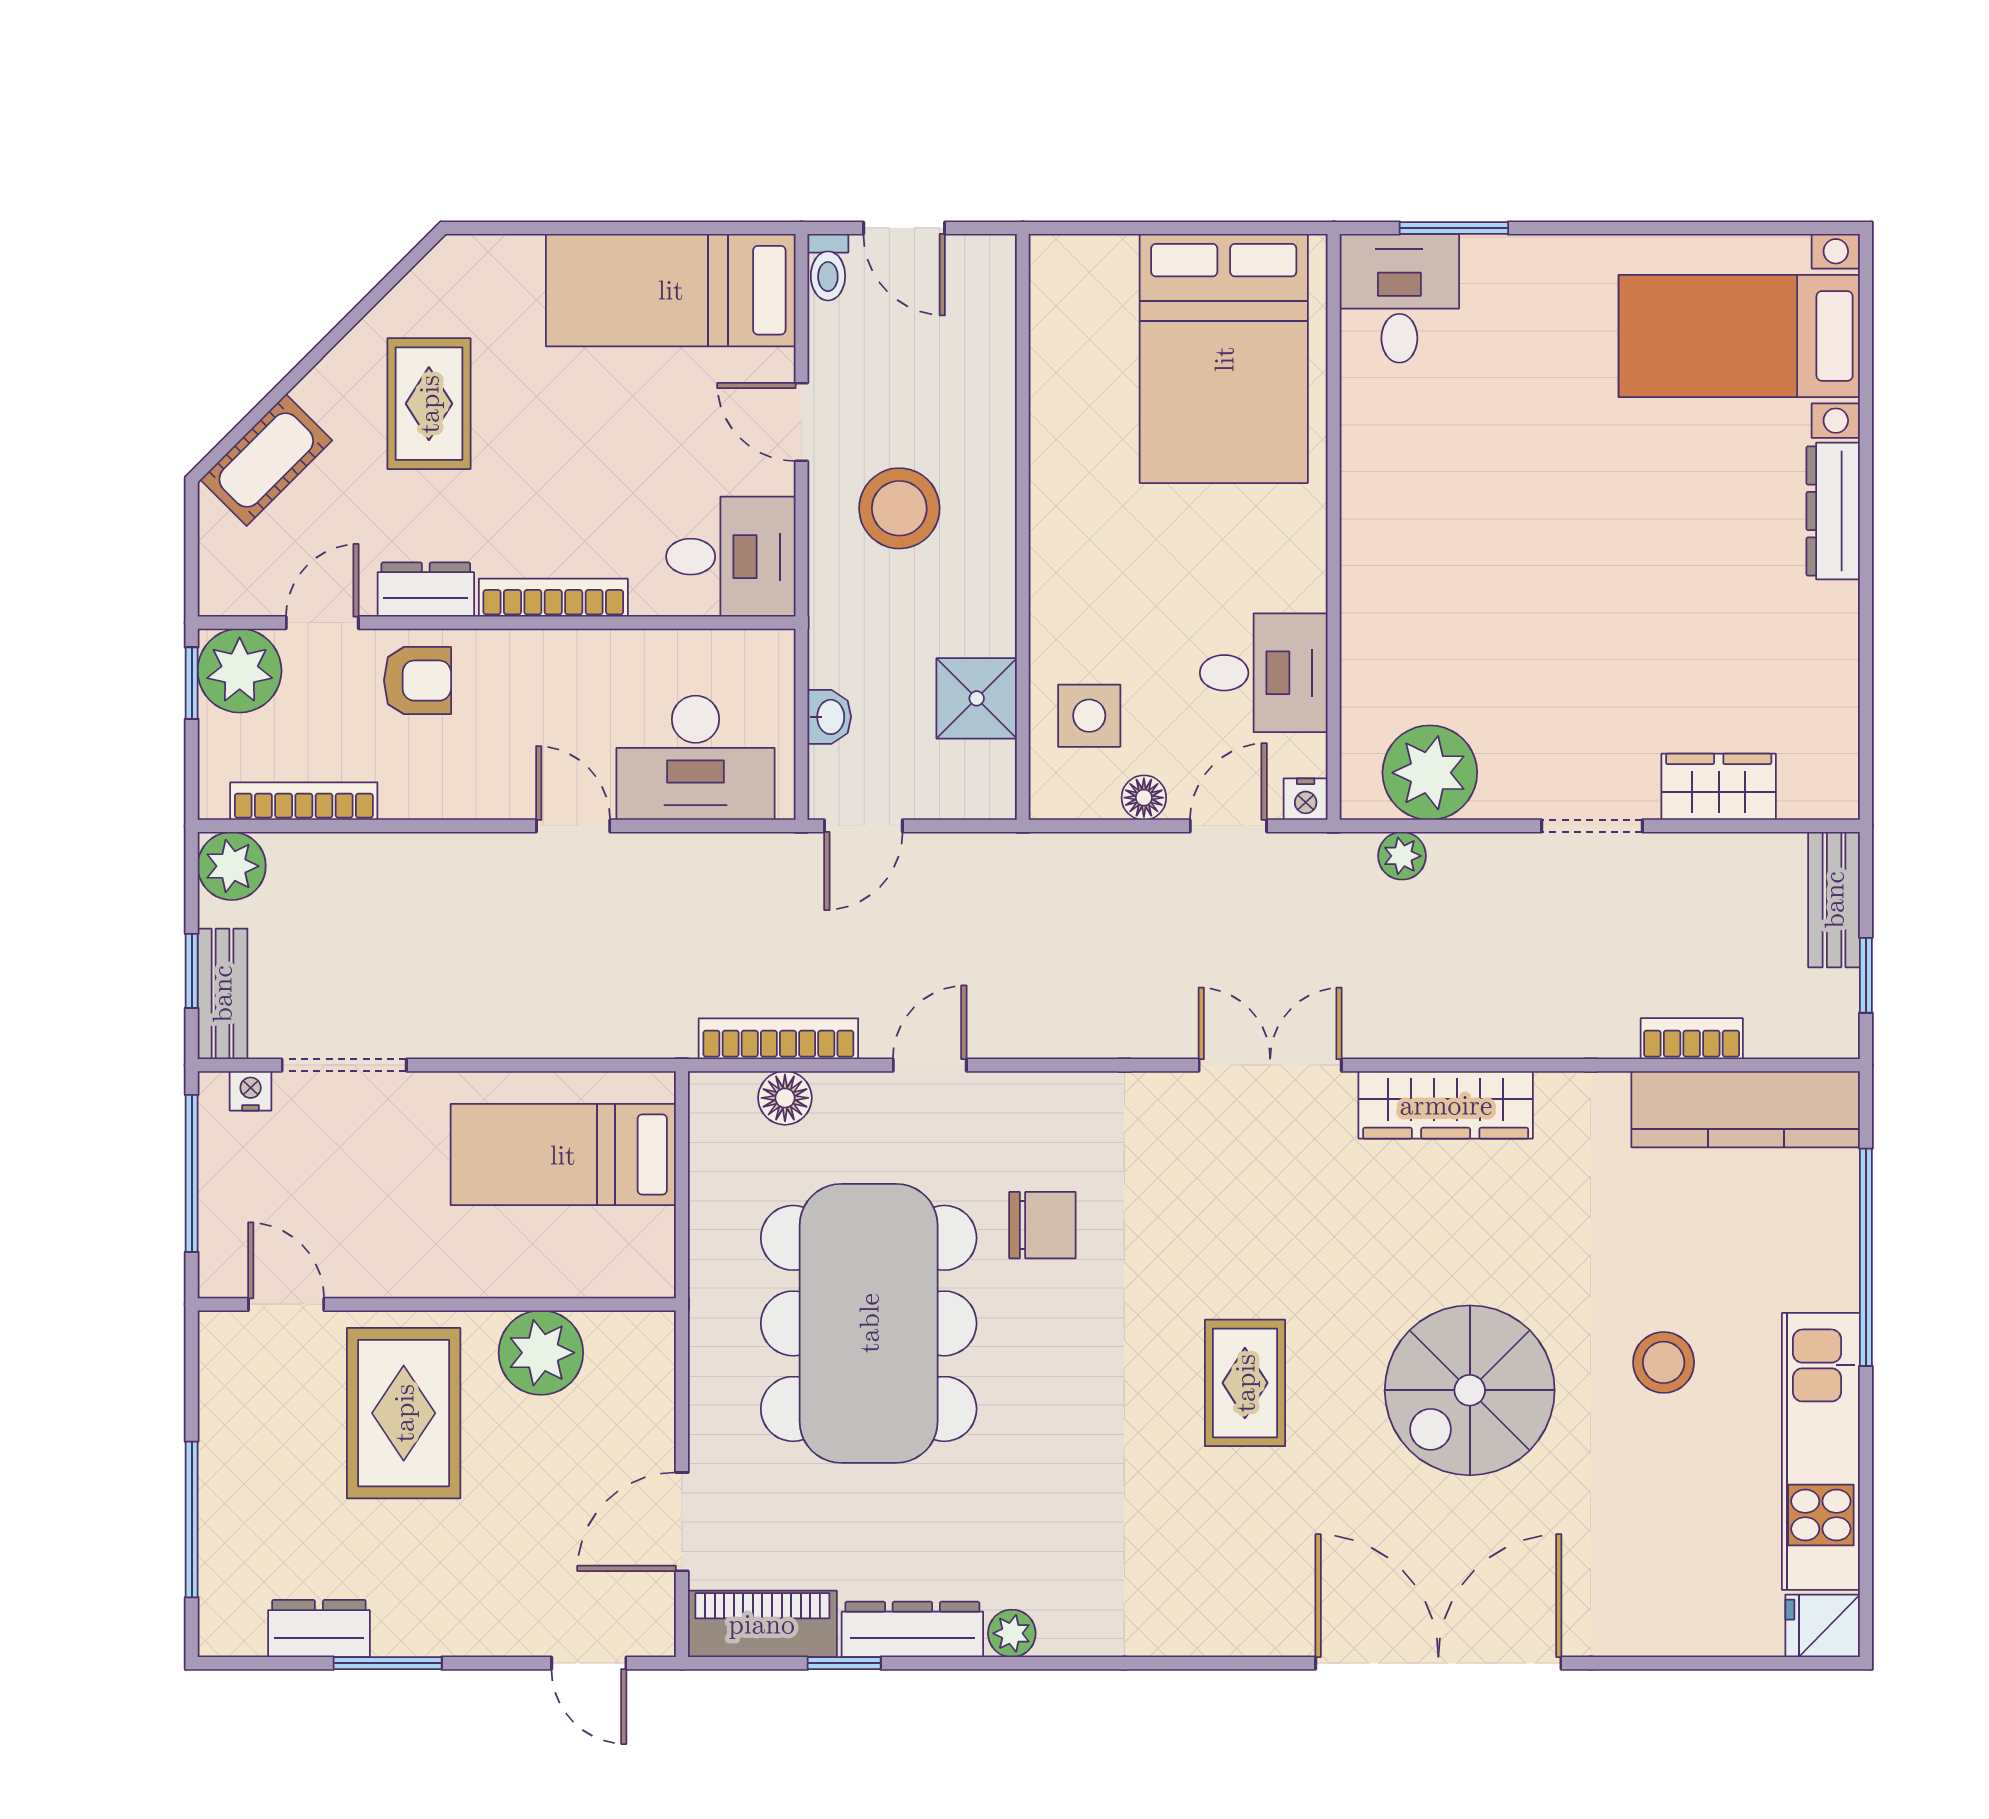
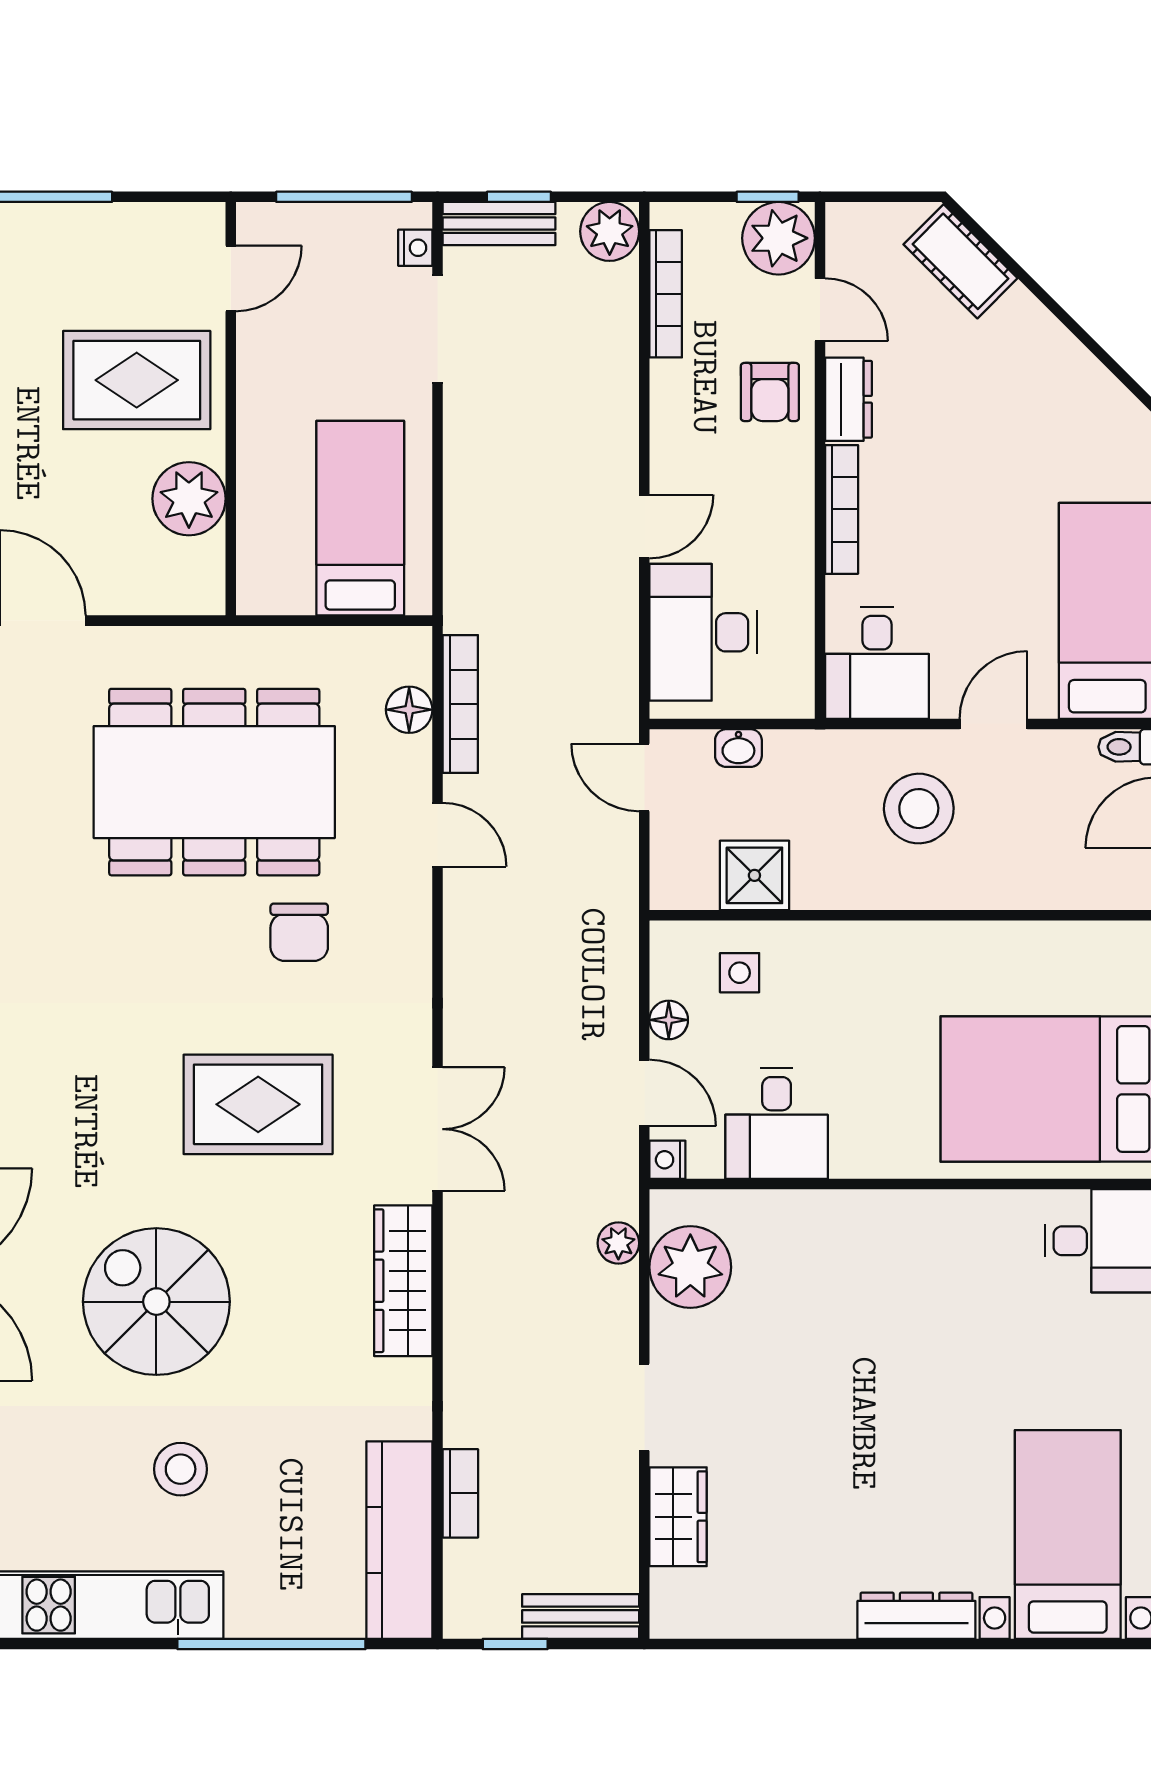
rug: (429, 404) -> (1009, 402), removed
side table: (1089, 716) -> (740, 973), width x0.73, depth x0.73
rug: (1245, 1383) -> (258, 1104), moved, width x1.36, depth x1.43

